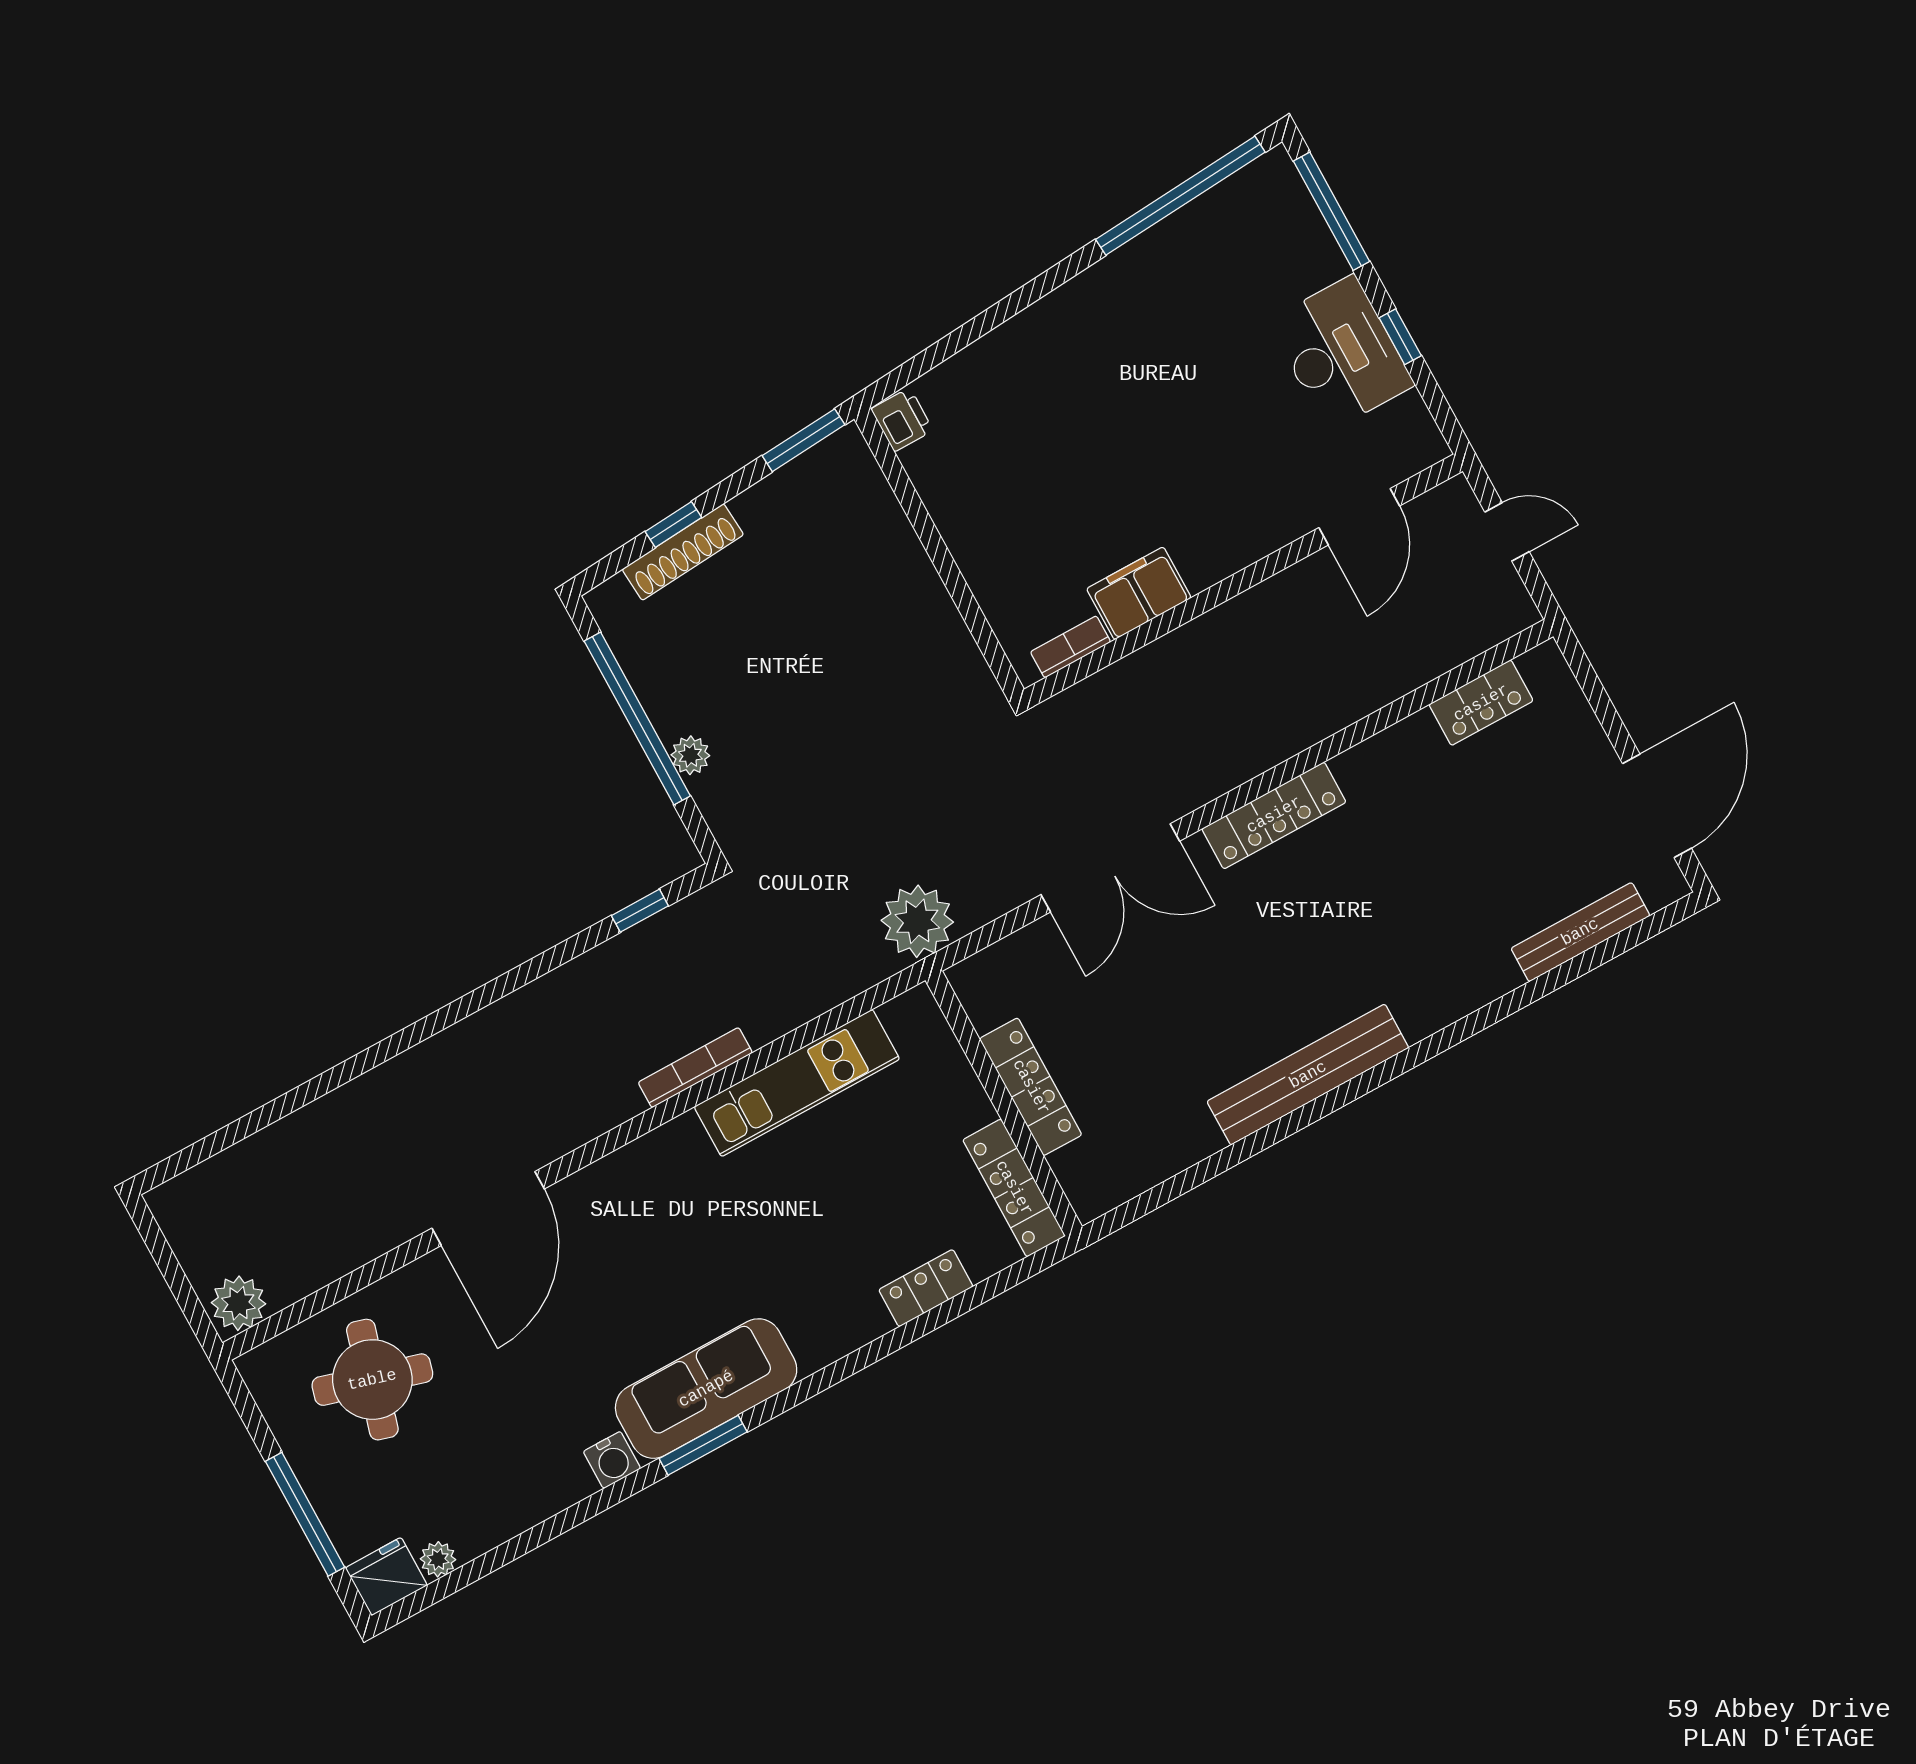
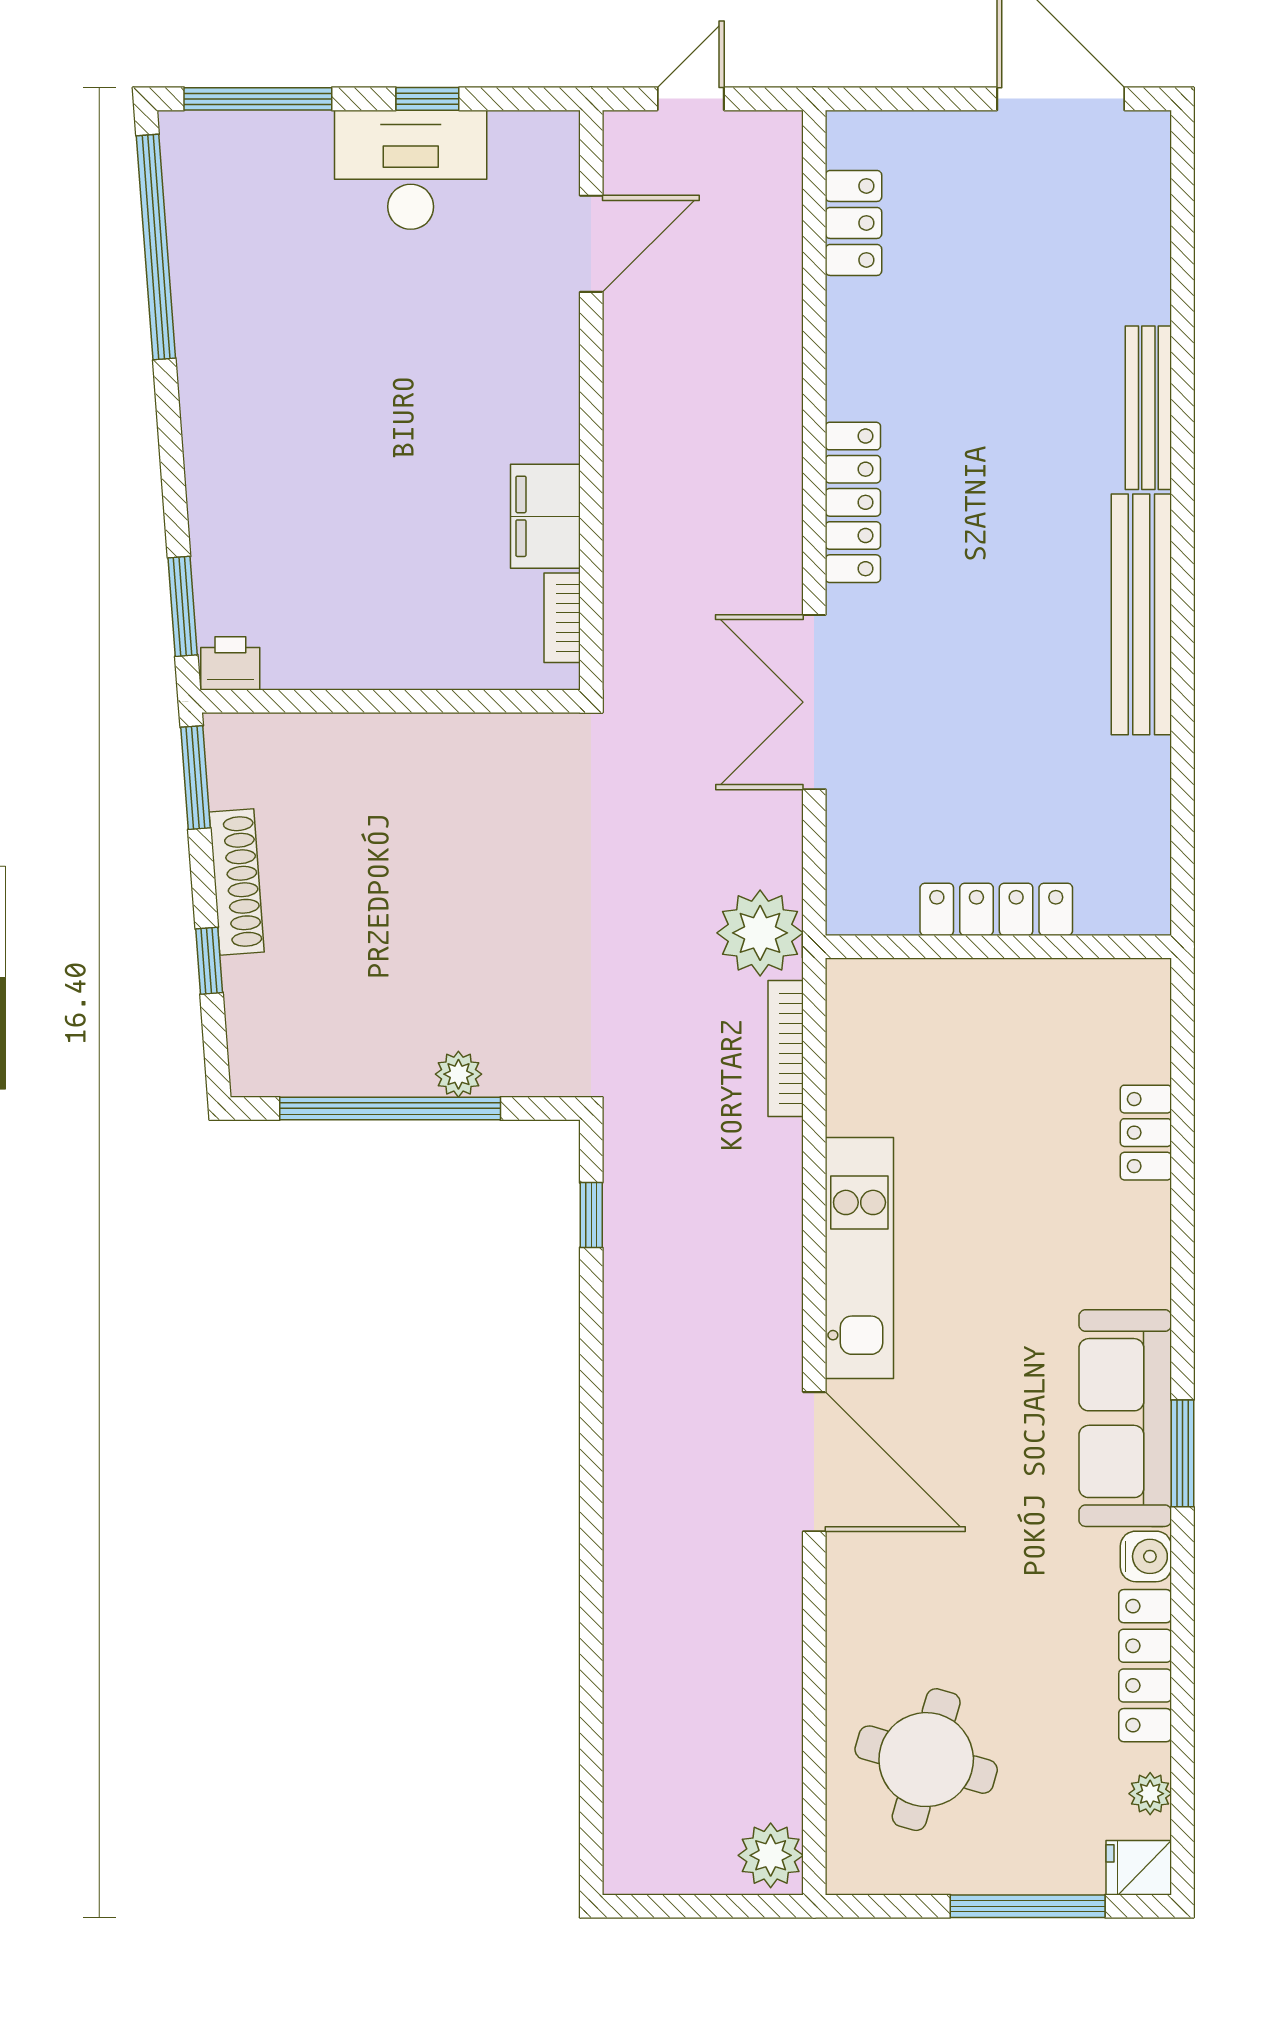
window: (925, 361) -> (183, 606), added
door: (1359, 517) -> (591, 244), hinge flipped
shoe rack: (683, 552) -> (237, 882), moved
double door: (1110, 868) -> (814, 702), swing flipped
bench: (1580, 932) -> (1148, 408), moved
bookcase: (695, 1068) -> (786, 1049), moved
kitchen unit: (797, 1083) -> (859, 1258), moved
locker: (1014, 1188) -> (1145, 1666), moved, turned 90
door: (488, 1209) -> (814, 1462), moved
fridge: (386, 1577) -> (1139, 1868), width x0.72

